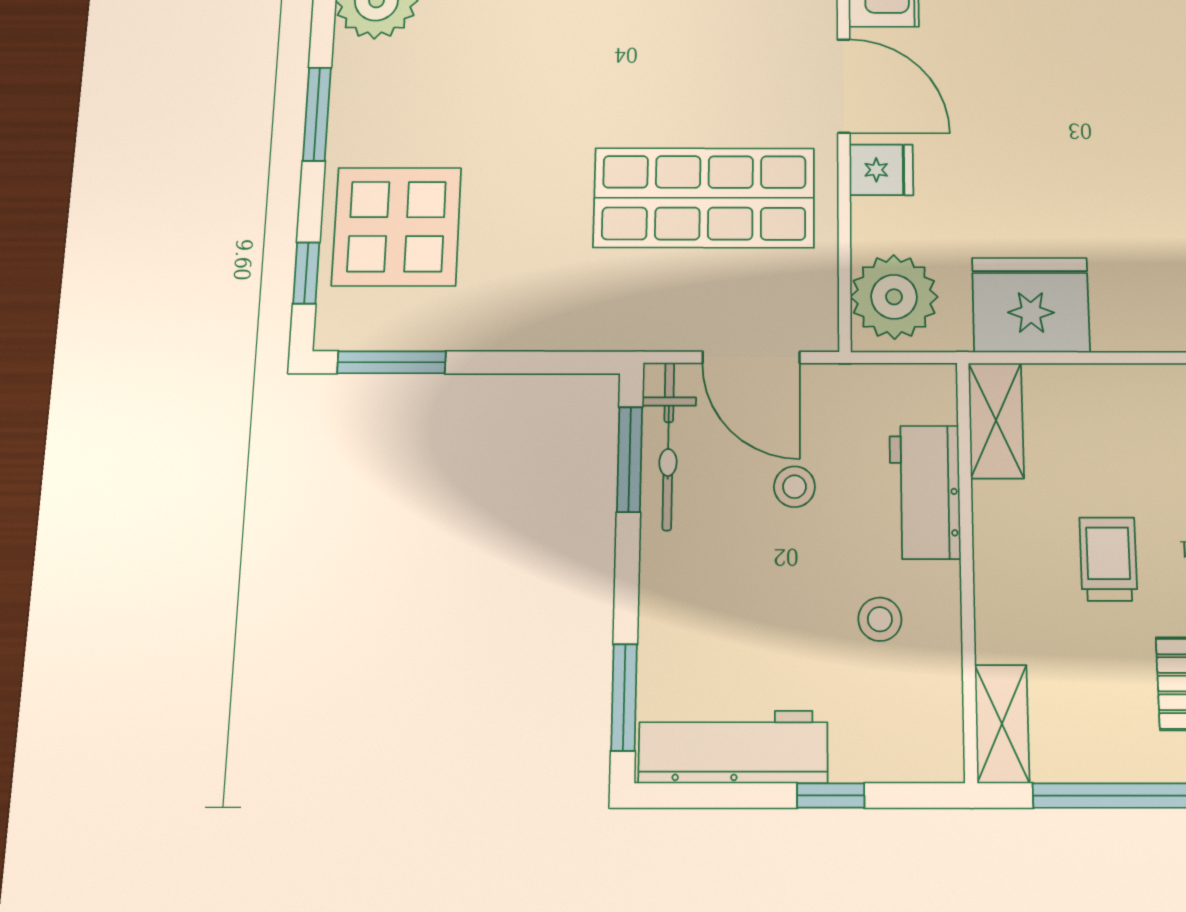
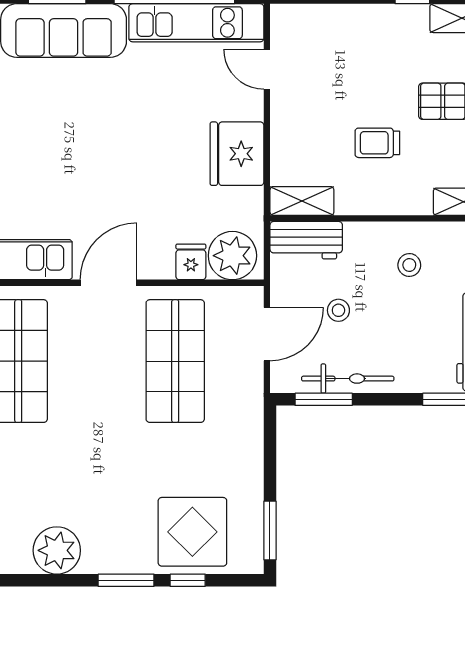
fridge: (881, 170) -> (191, 262), moved
window: (306, 273) -> (188, 580), moved
fridge: (1031, 305) -> (237, 154), moved
bicycle: (668, 446) -> (348, 379), moved
workbench: (925, 492) -> (306, 240), moved

